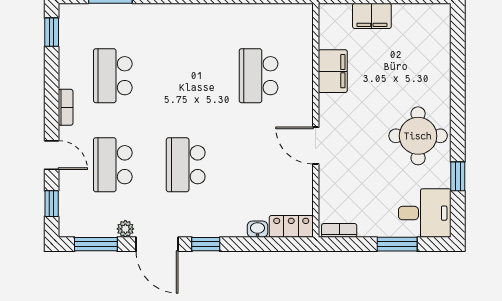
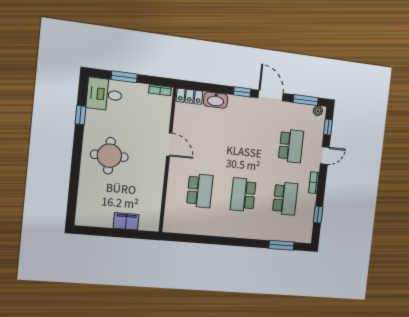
window: (52, 32) -> (318, 215), moved
filing cabinet: (333, 71) -> (154, 189), removed
round table: (418, 136) -> (109, 156), moved
door: (52, 155) -> (325, 156), swing flipped
school desk: (186, 165) -> (243, 195), moved, turned 180
plant: (125, 229) -> (318, 111), moved
washbasin: (257, 229) -> (216, 100), width x1.91, depth x1.45

